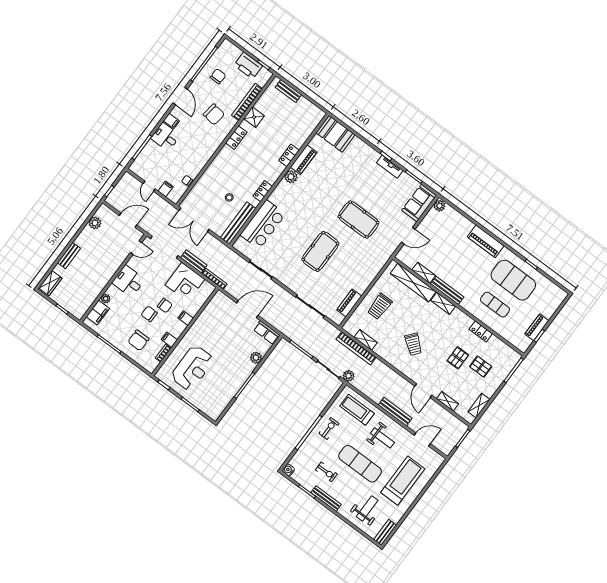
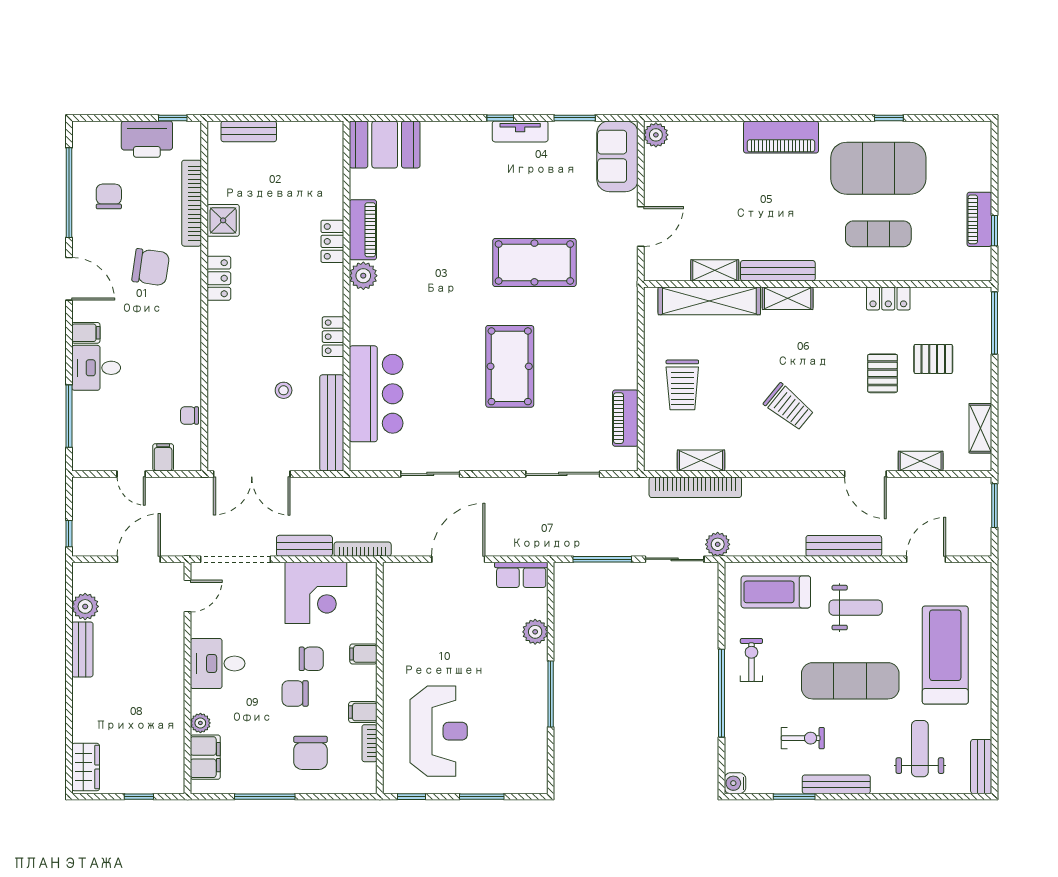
bench: (69, 256) -> (82, 649), moved

